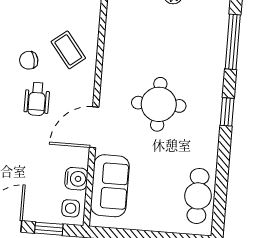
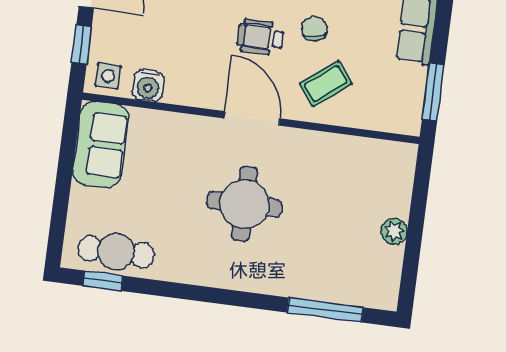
window: (227, 112) -> (103, 281), moved
door: (94, 127) -> (252, 118), moved
sofa: (110, 186) -> (101, 145), moved, turned -90

